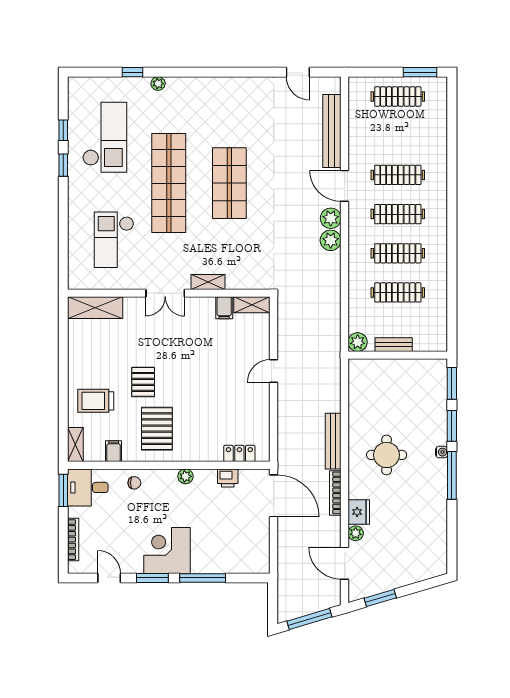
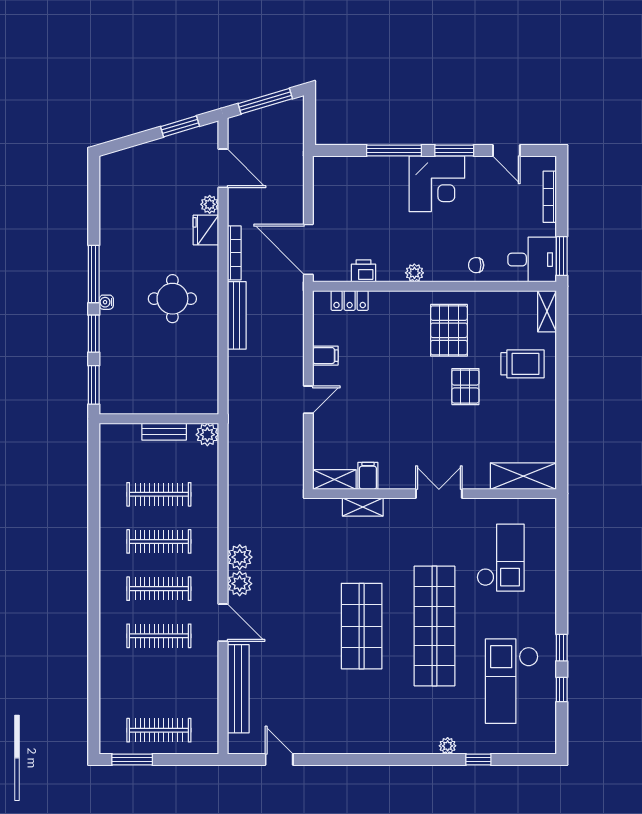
shelving: (208, 282) -> (363, 507), moved
filing cabinet: (114, 451) -> (325, 356), moved, turned -90

